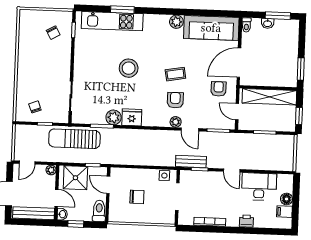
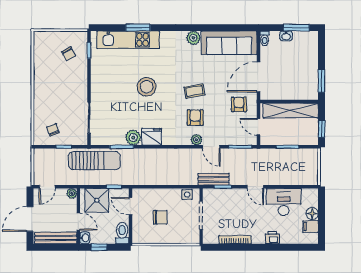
sun lounger: (74, 139) -> (94, 161), turned 180

